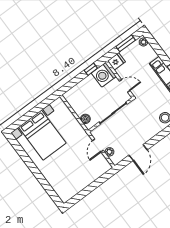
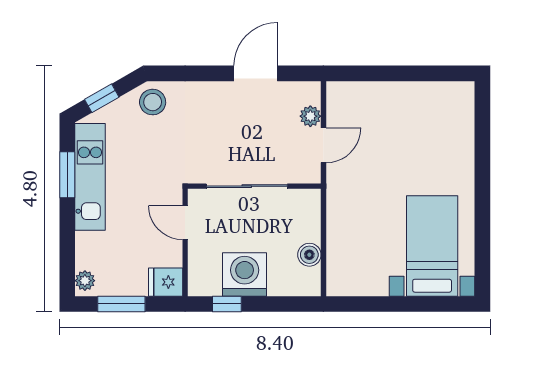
washing machine: (104, 75) -> (245, 274), moved, turned -90
boiler: (85, 119) -> (309, 255), moved
bed with nightstands: (42, 135) -> (432, 246), width x0.73

